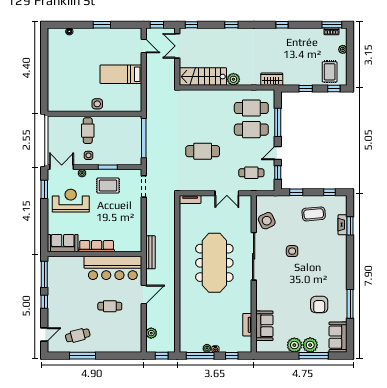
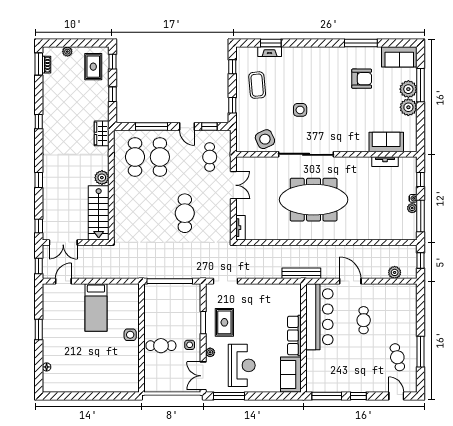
rug: (330, 72) -> (93, 67), turned 90
window: (44, 189) -> (229, 396), width x1.44
reception desk: (71, 201) -> (242, 365), turned 180

